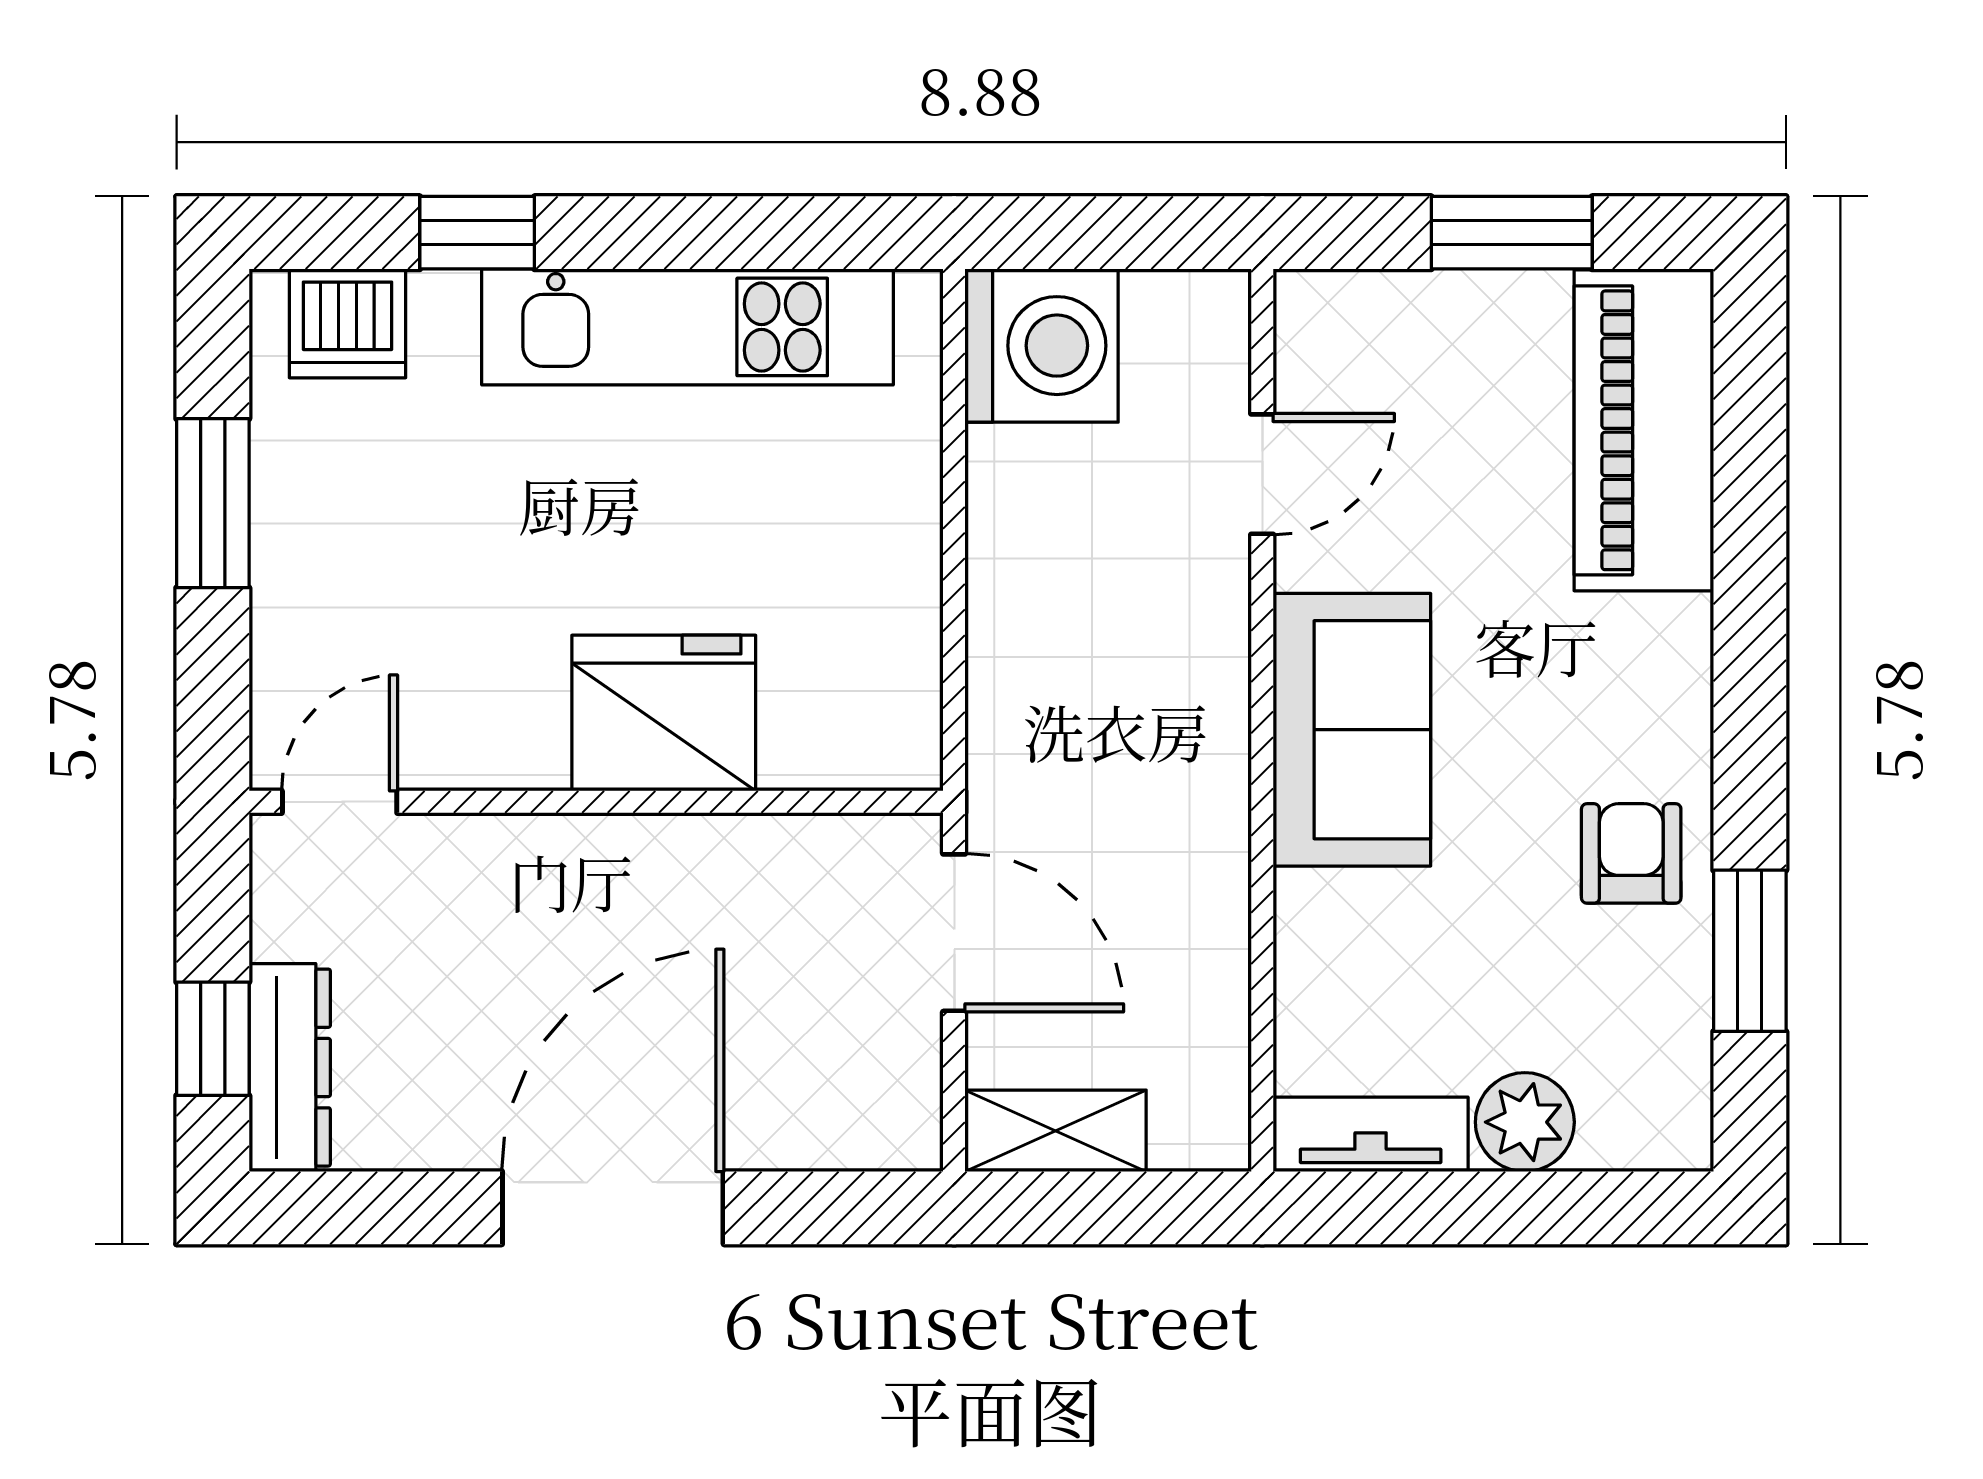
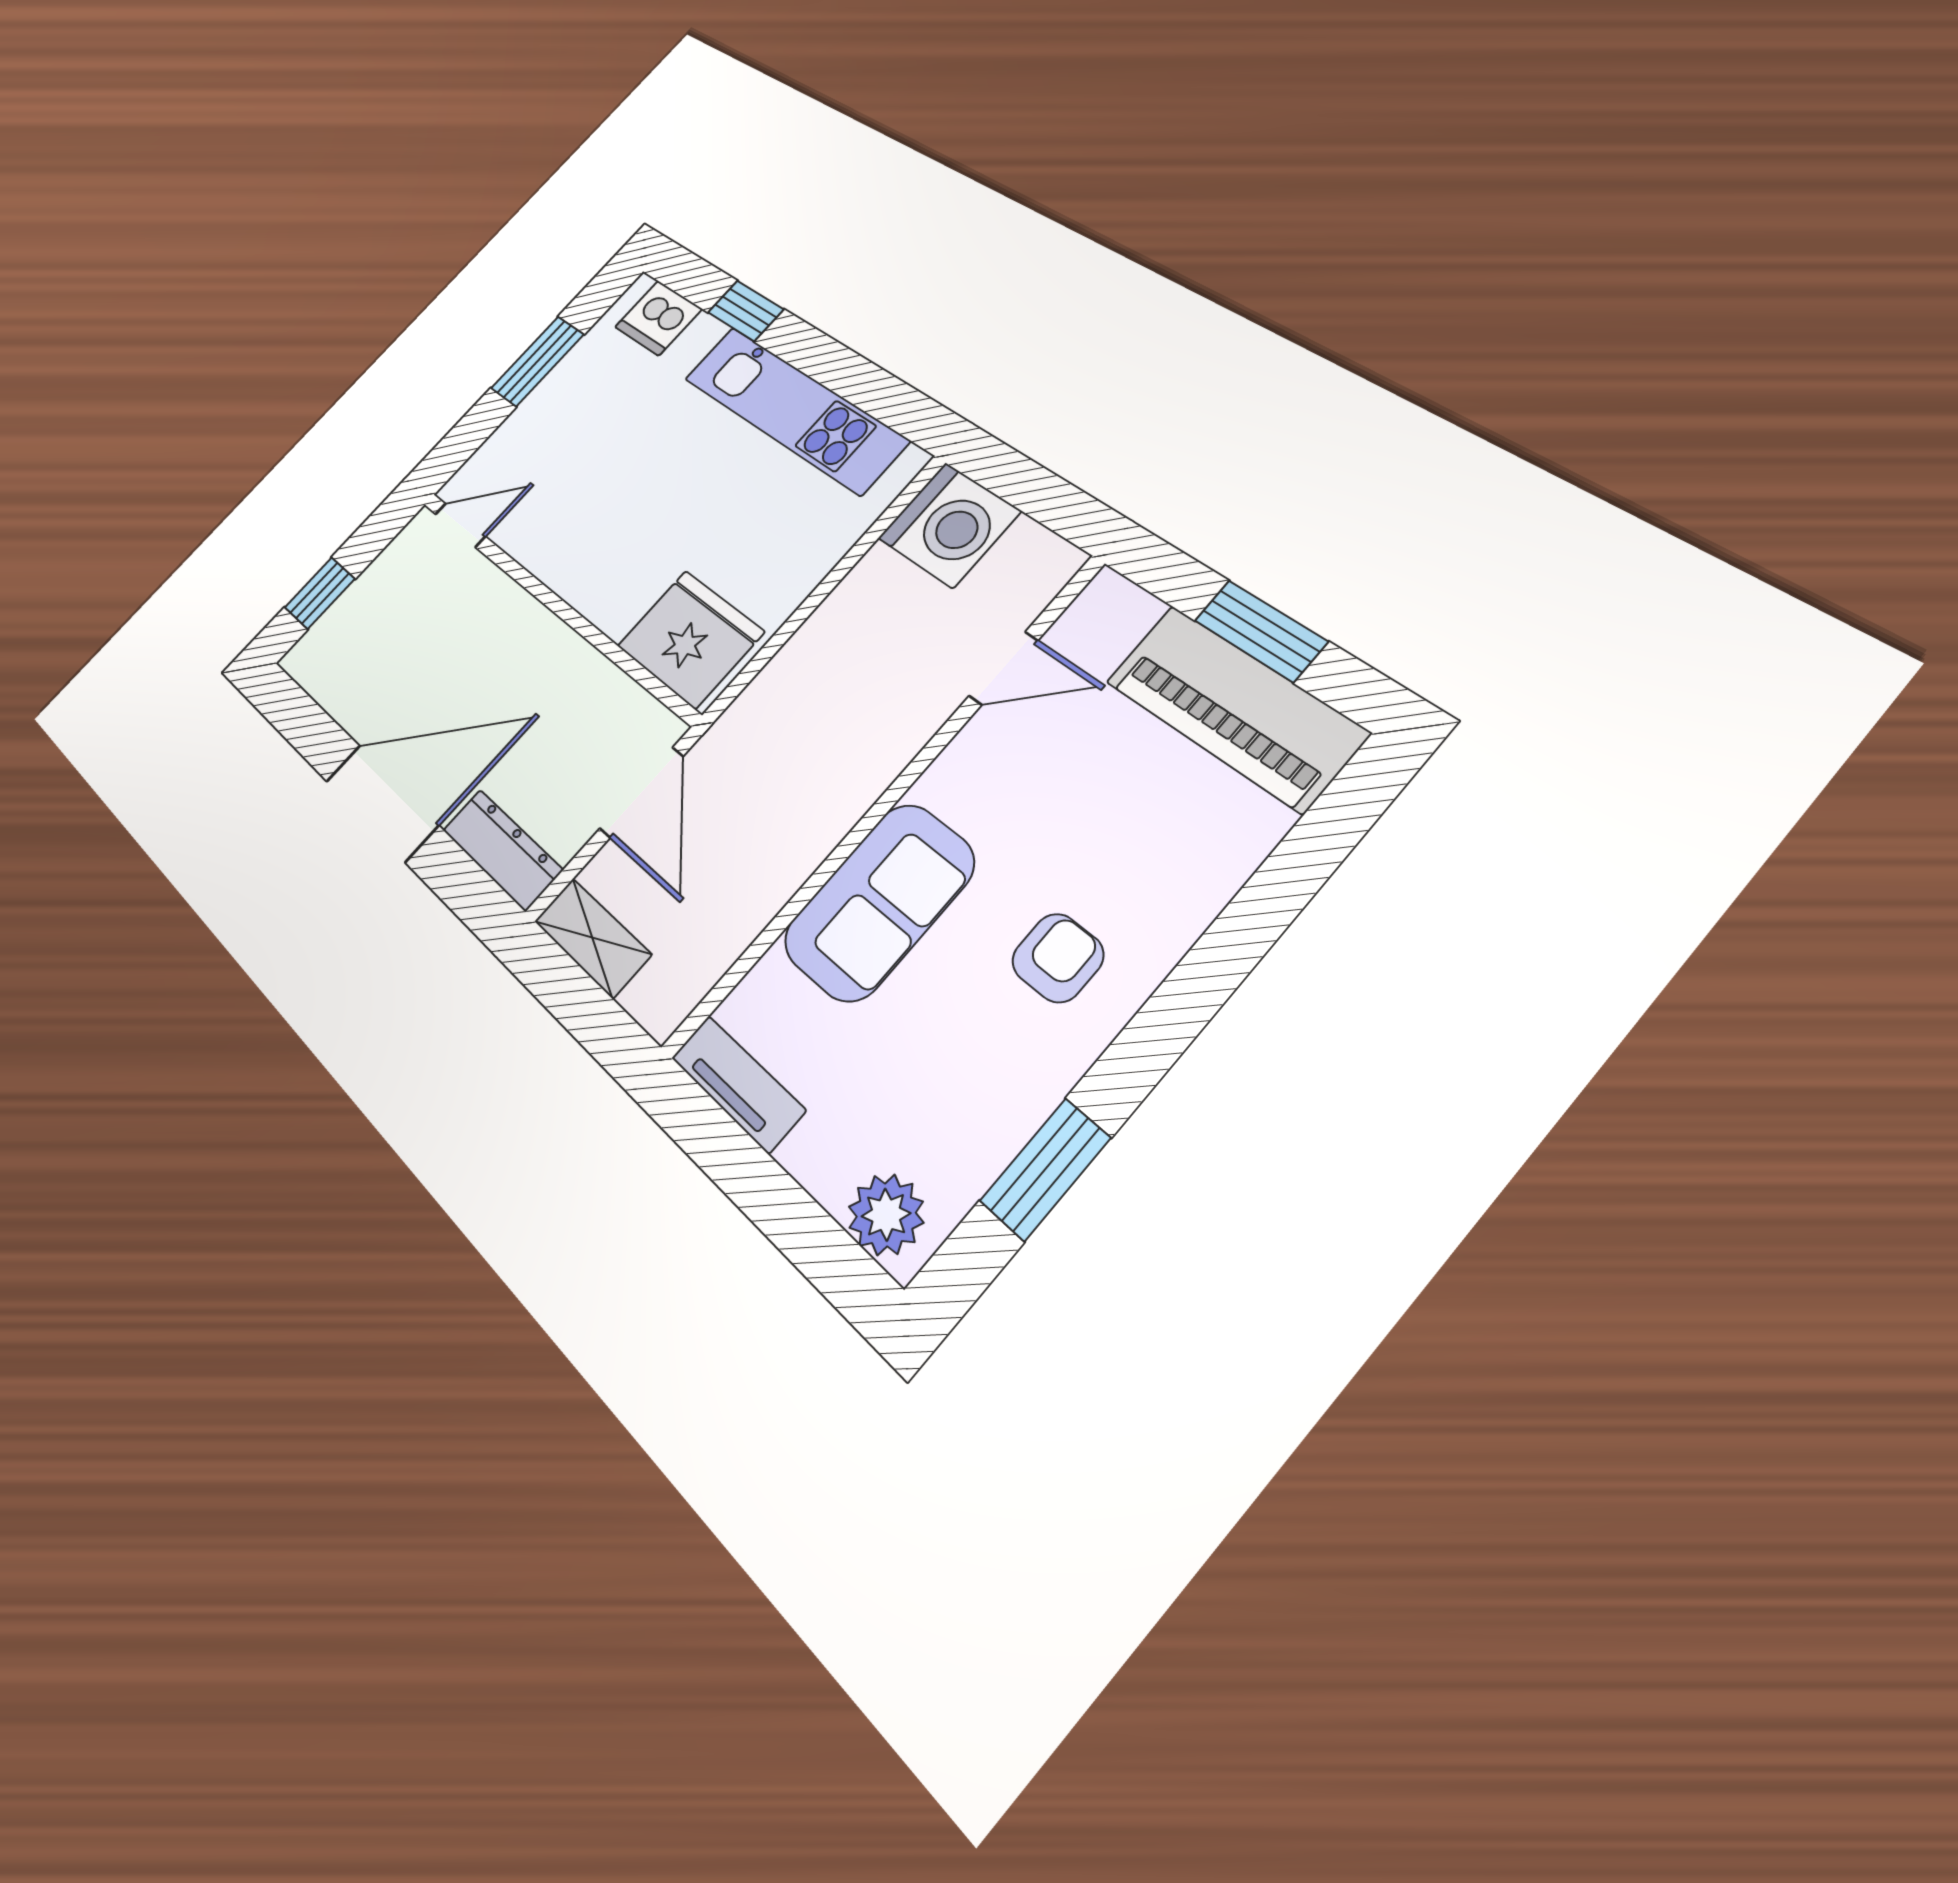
piano: (1644, 430) -> (1235, 707), moved, turned -90
fridge: (664, 713) -> (690, 639), moved
sofa: (1352, 730) -> (879, 902), moved
armchair: (1631, 853) -> (1058, 958), moved
dresser: (290, 1068) -> (502, 850), moved, turned -90
plant: (1525, 1122) -> (886, 1215), moved

